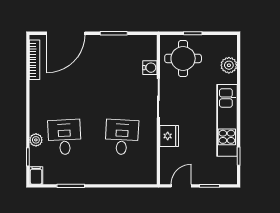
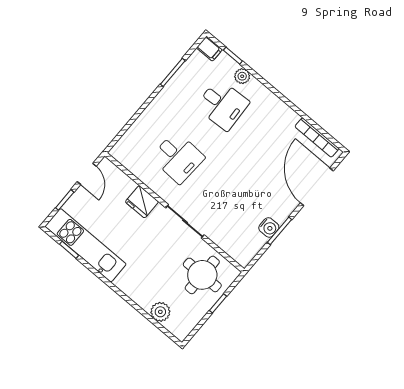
water cooler: (150, 68) -> (269, 227), moved, turned -90
kitchen unit: (227, 120) -> (86, 245), moved

